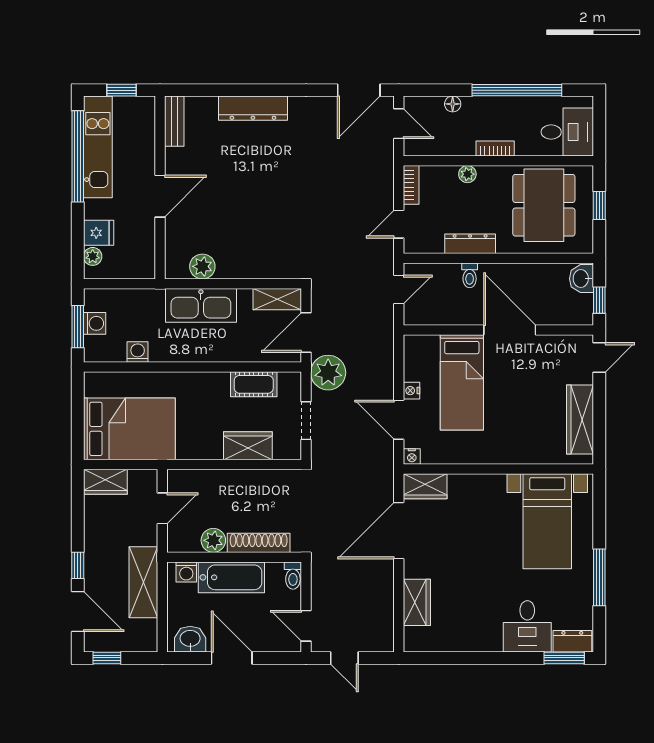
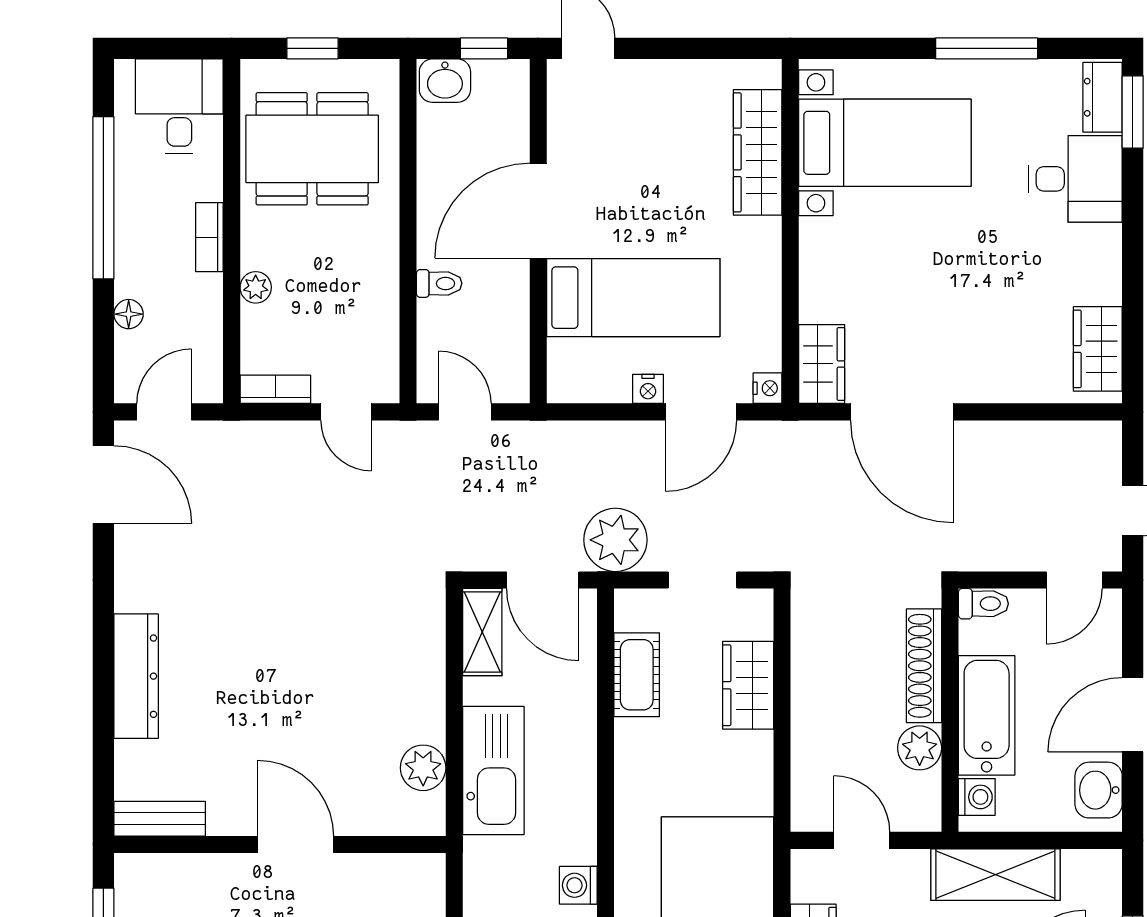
dresser: (470, 244) -> (382, 283), removed
wardrobe: (580, 419) -> (758, 152), moved, turned 90
wardrobe: (417, 602) -> (1098, 349), moved, turned -90

